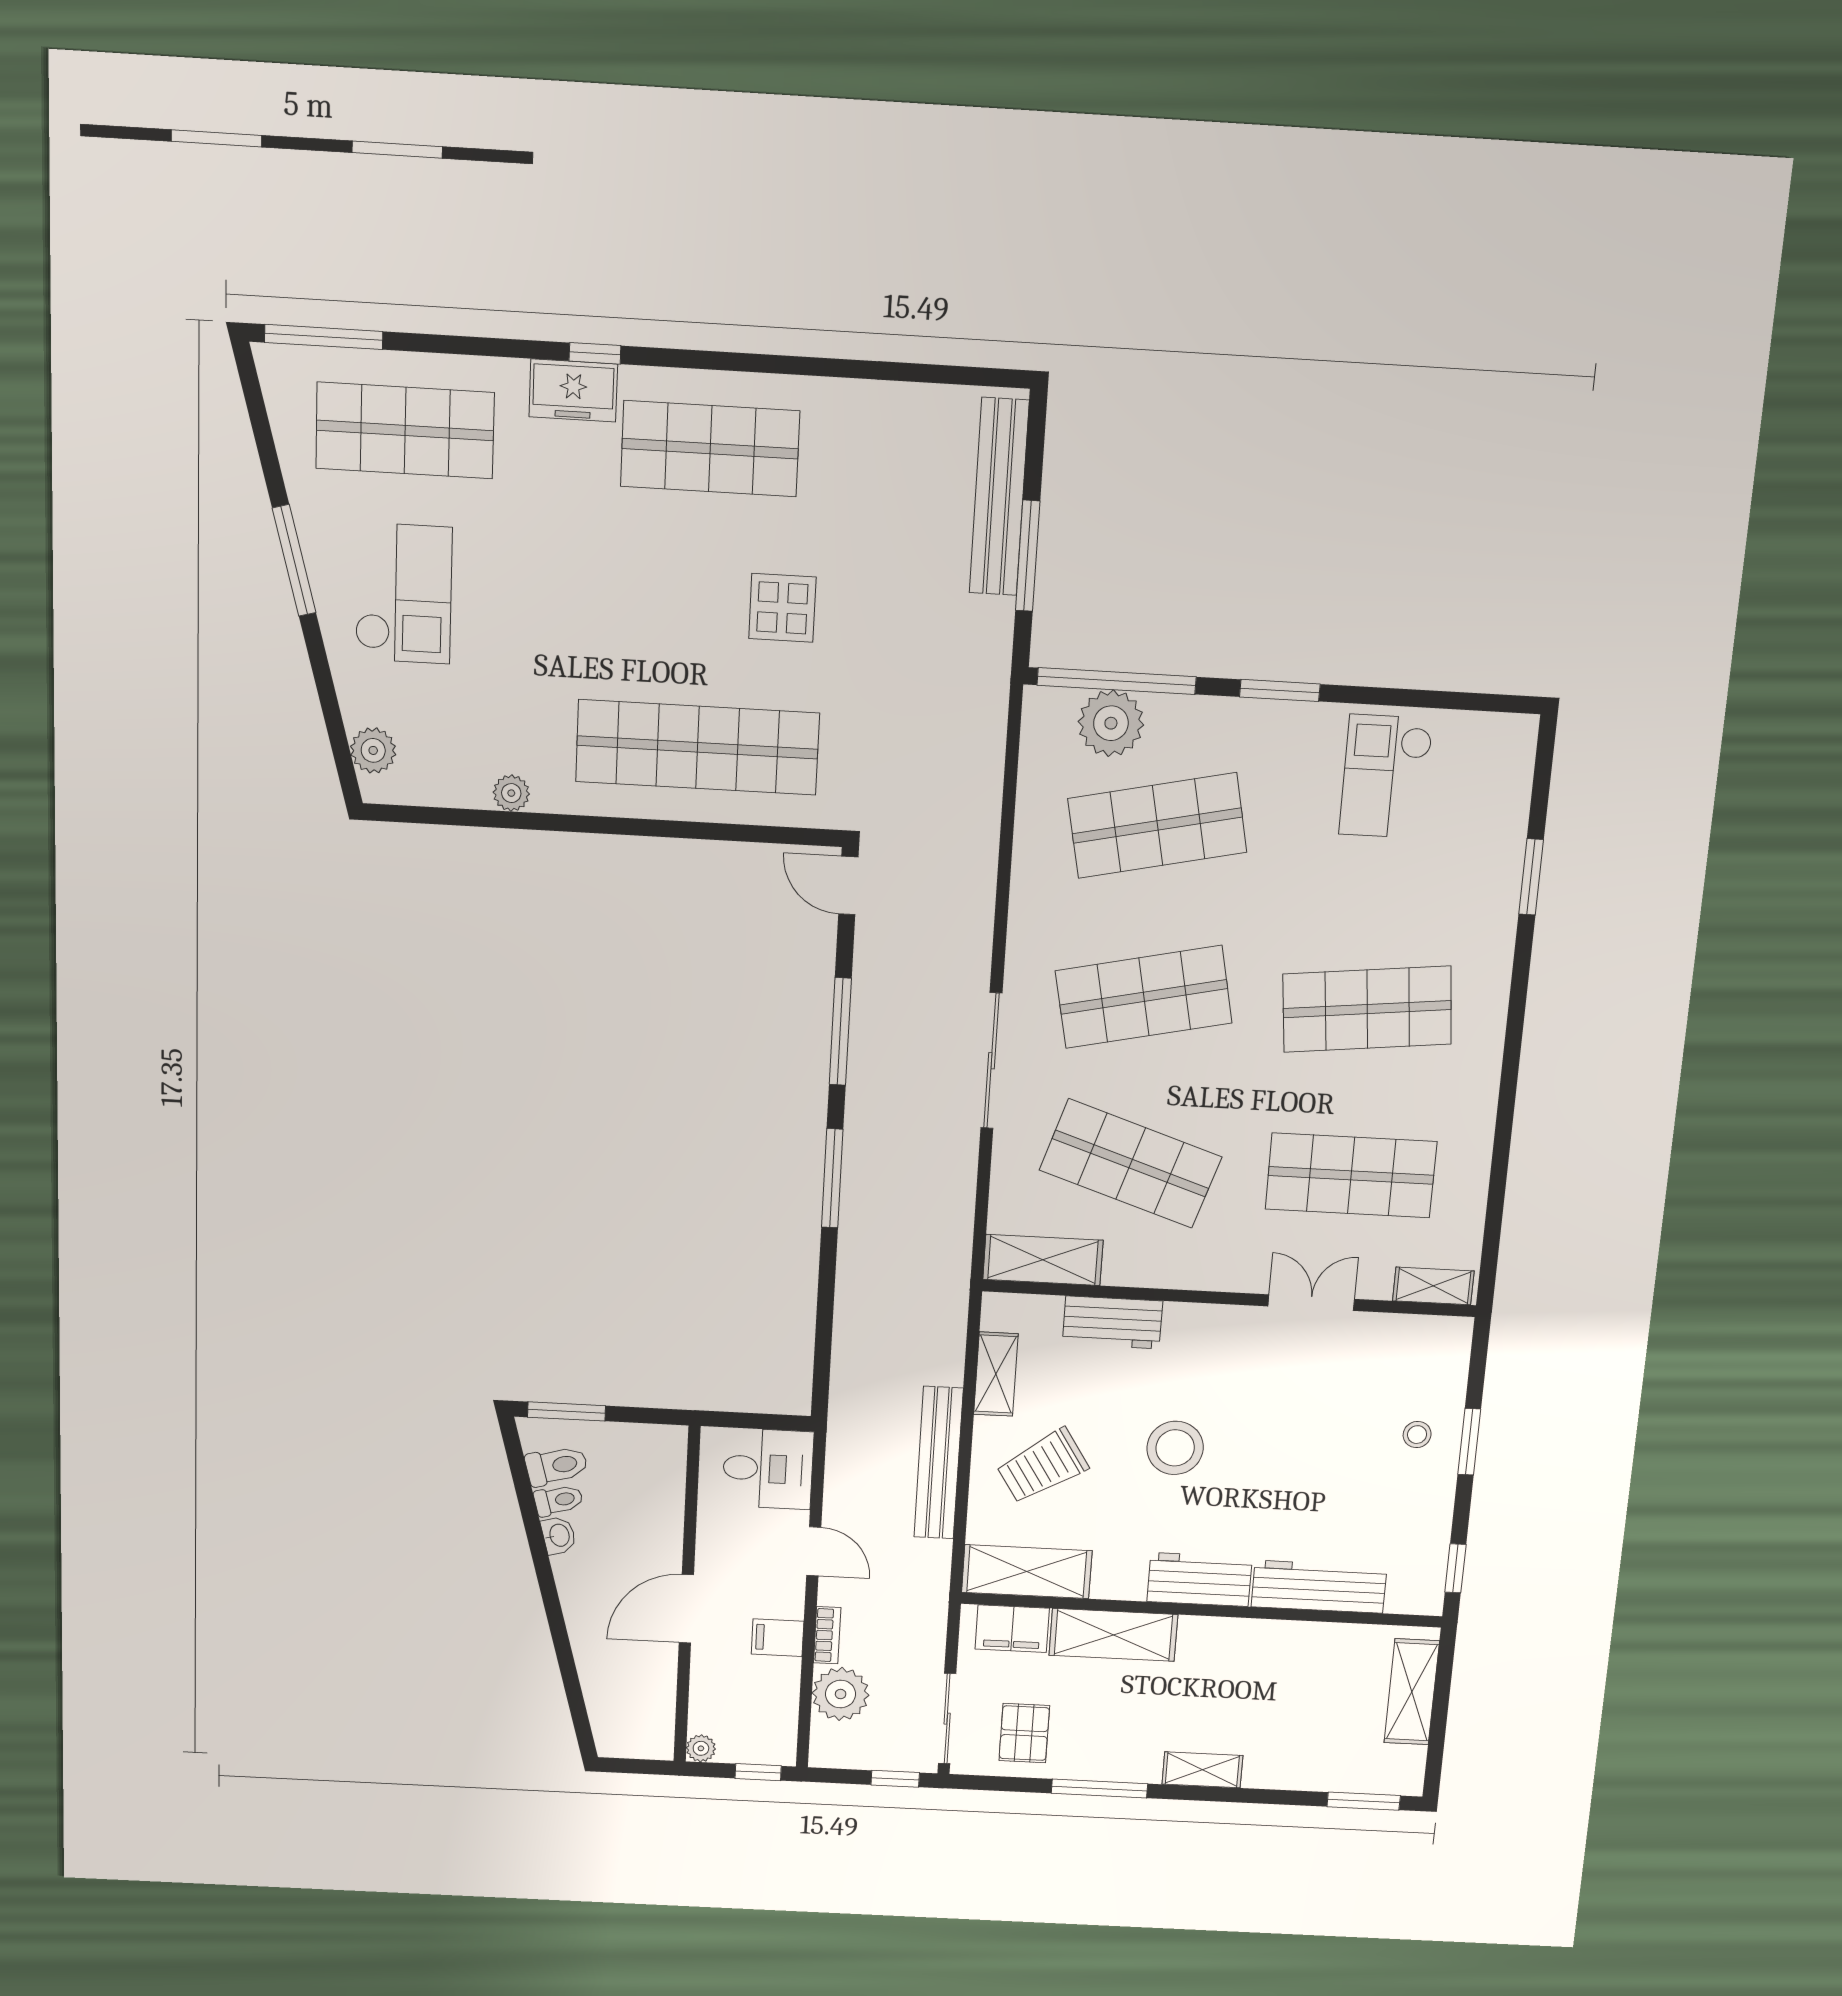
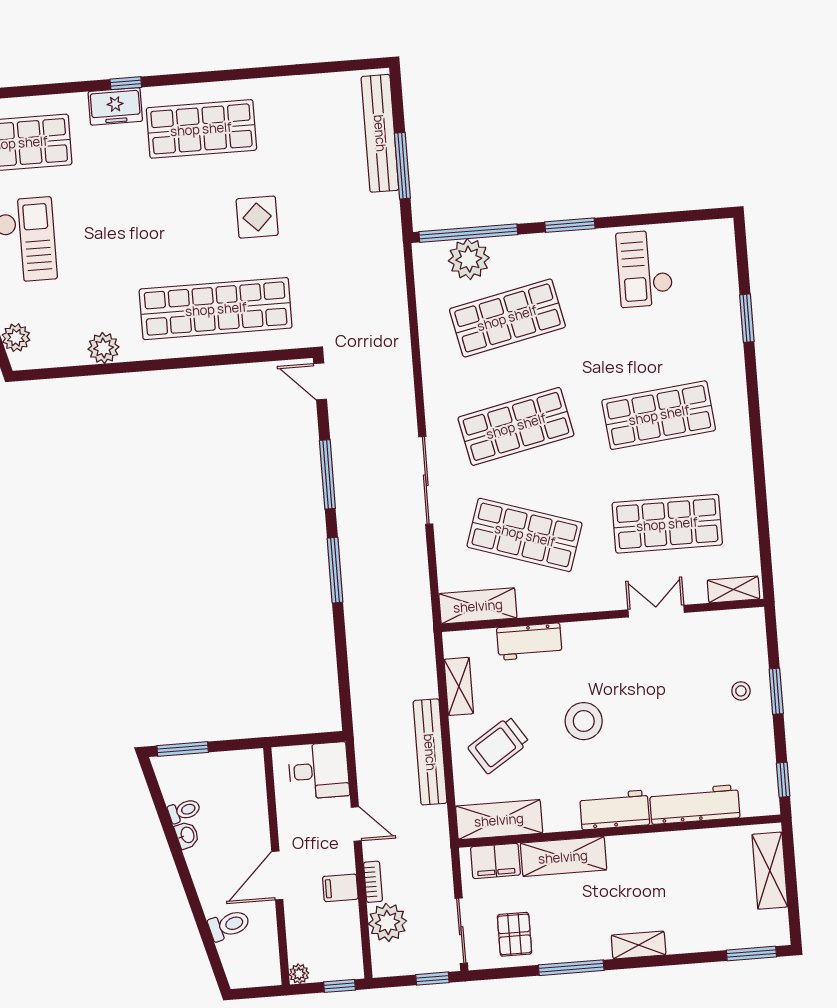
plant: (511, 793) -> (104, 348), width x1.38, depth x1.38
toilet: (557, 1466) -> (229, 925), moved

